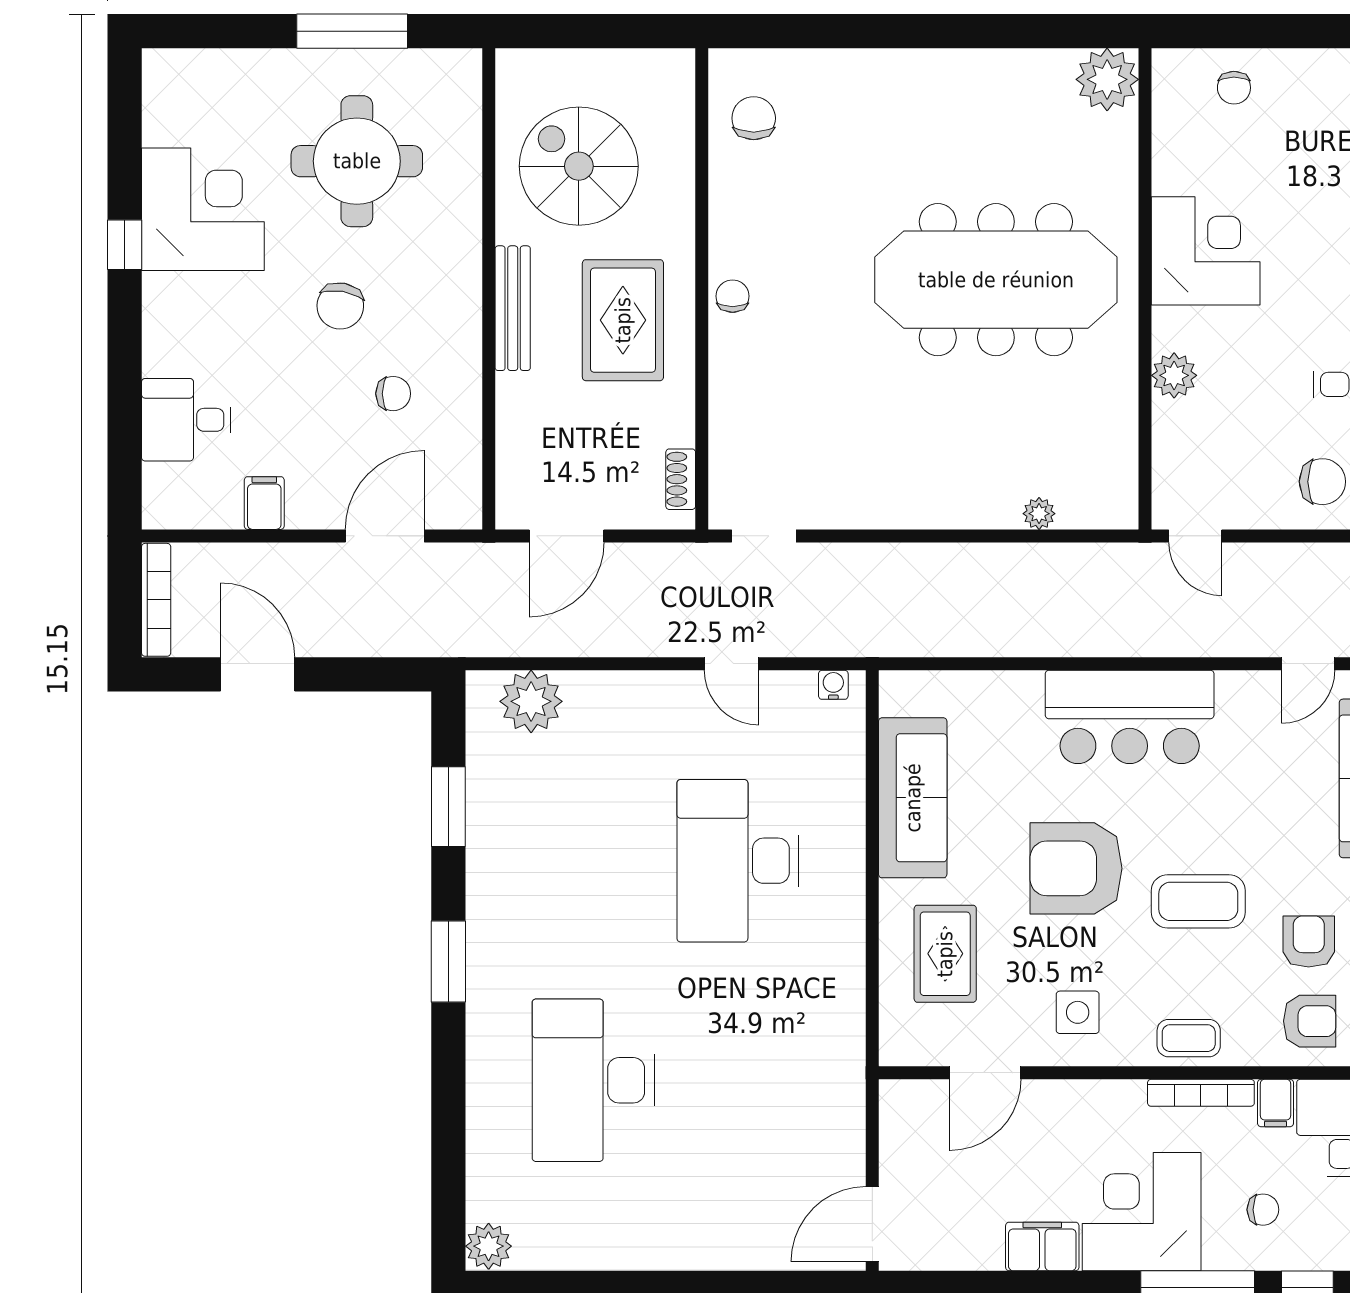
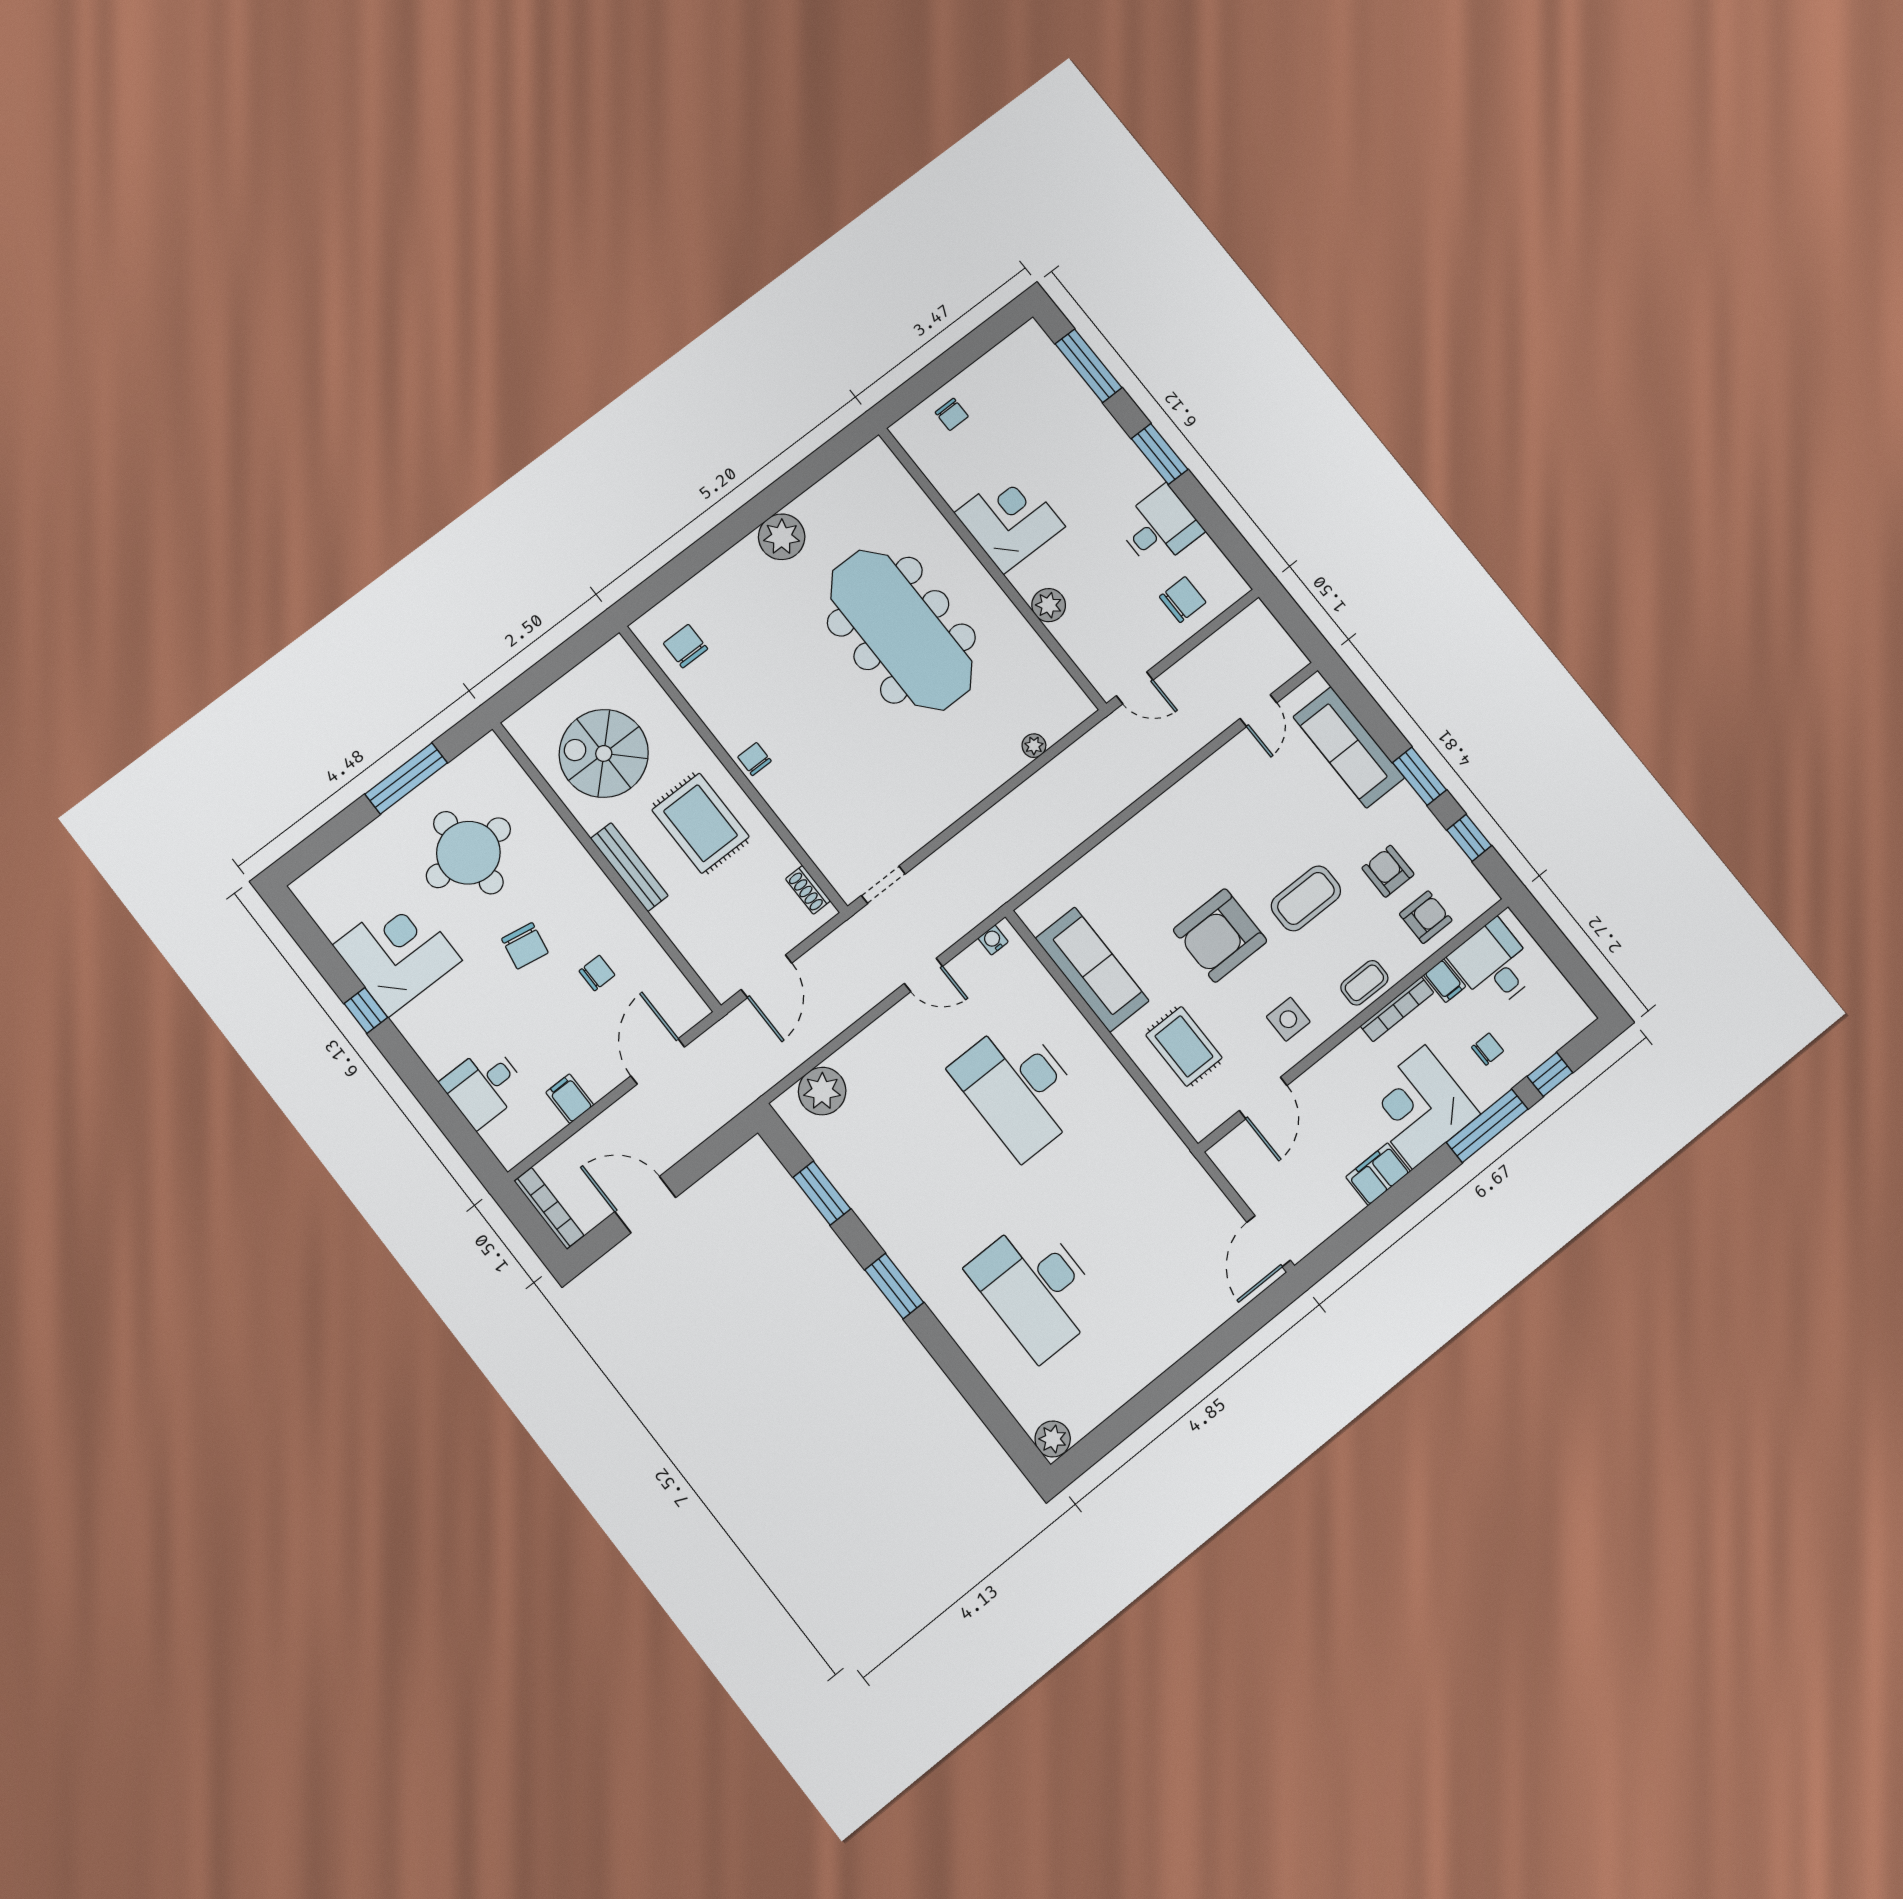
plant: (1107, 79) -> (782, 537), moved
meeting table: (996, 280) -> (901, 630), turned 90
bar counter: (1130, 717) -> (1180, 822), removed

